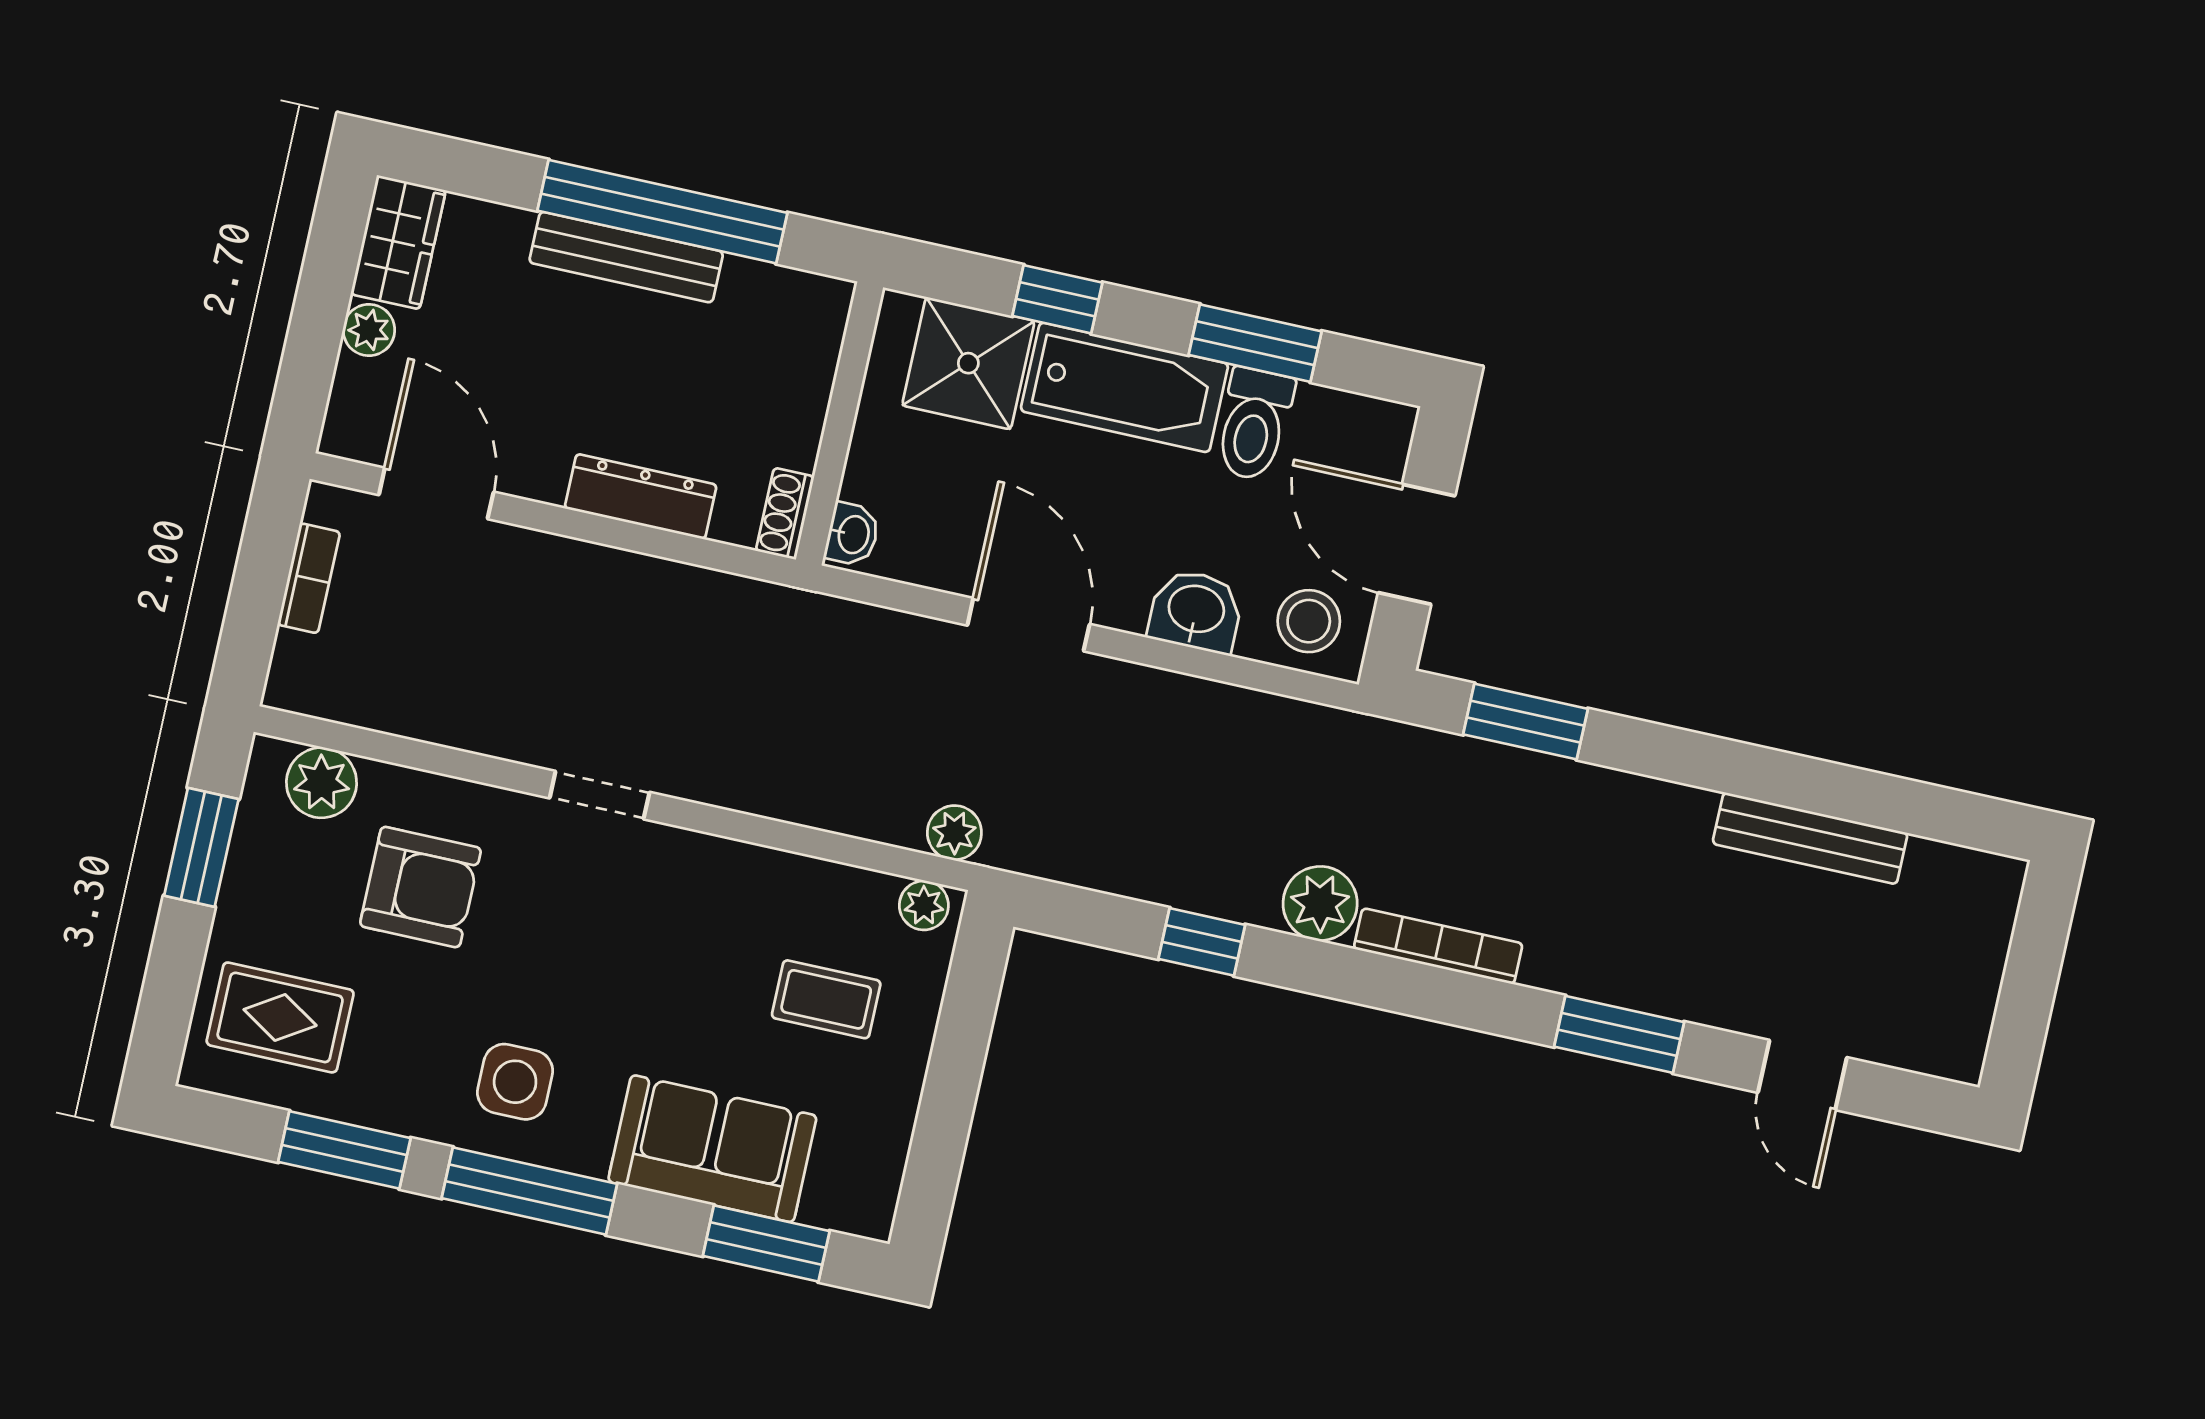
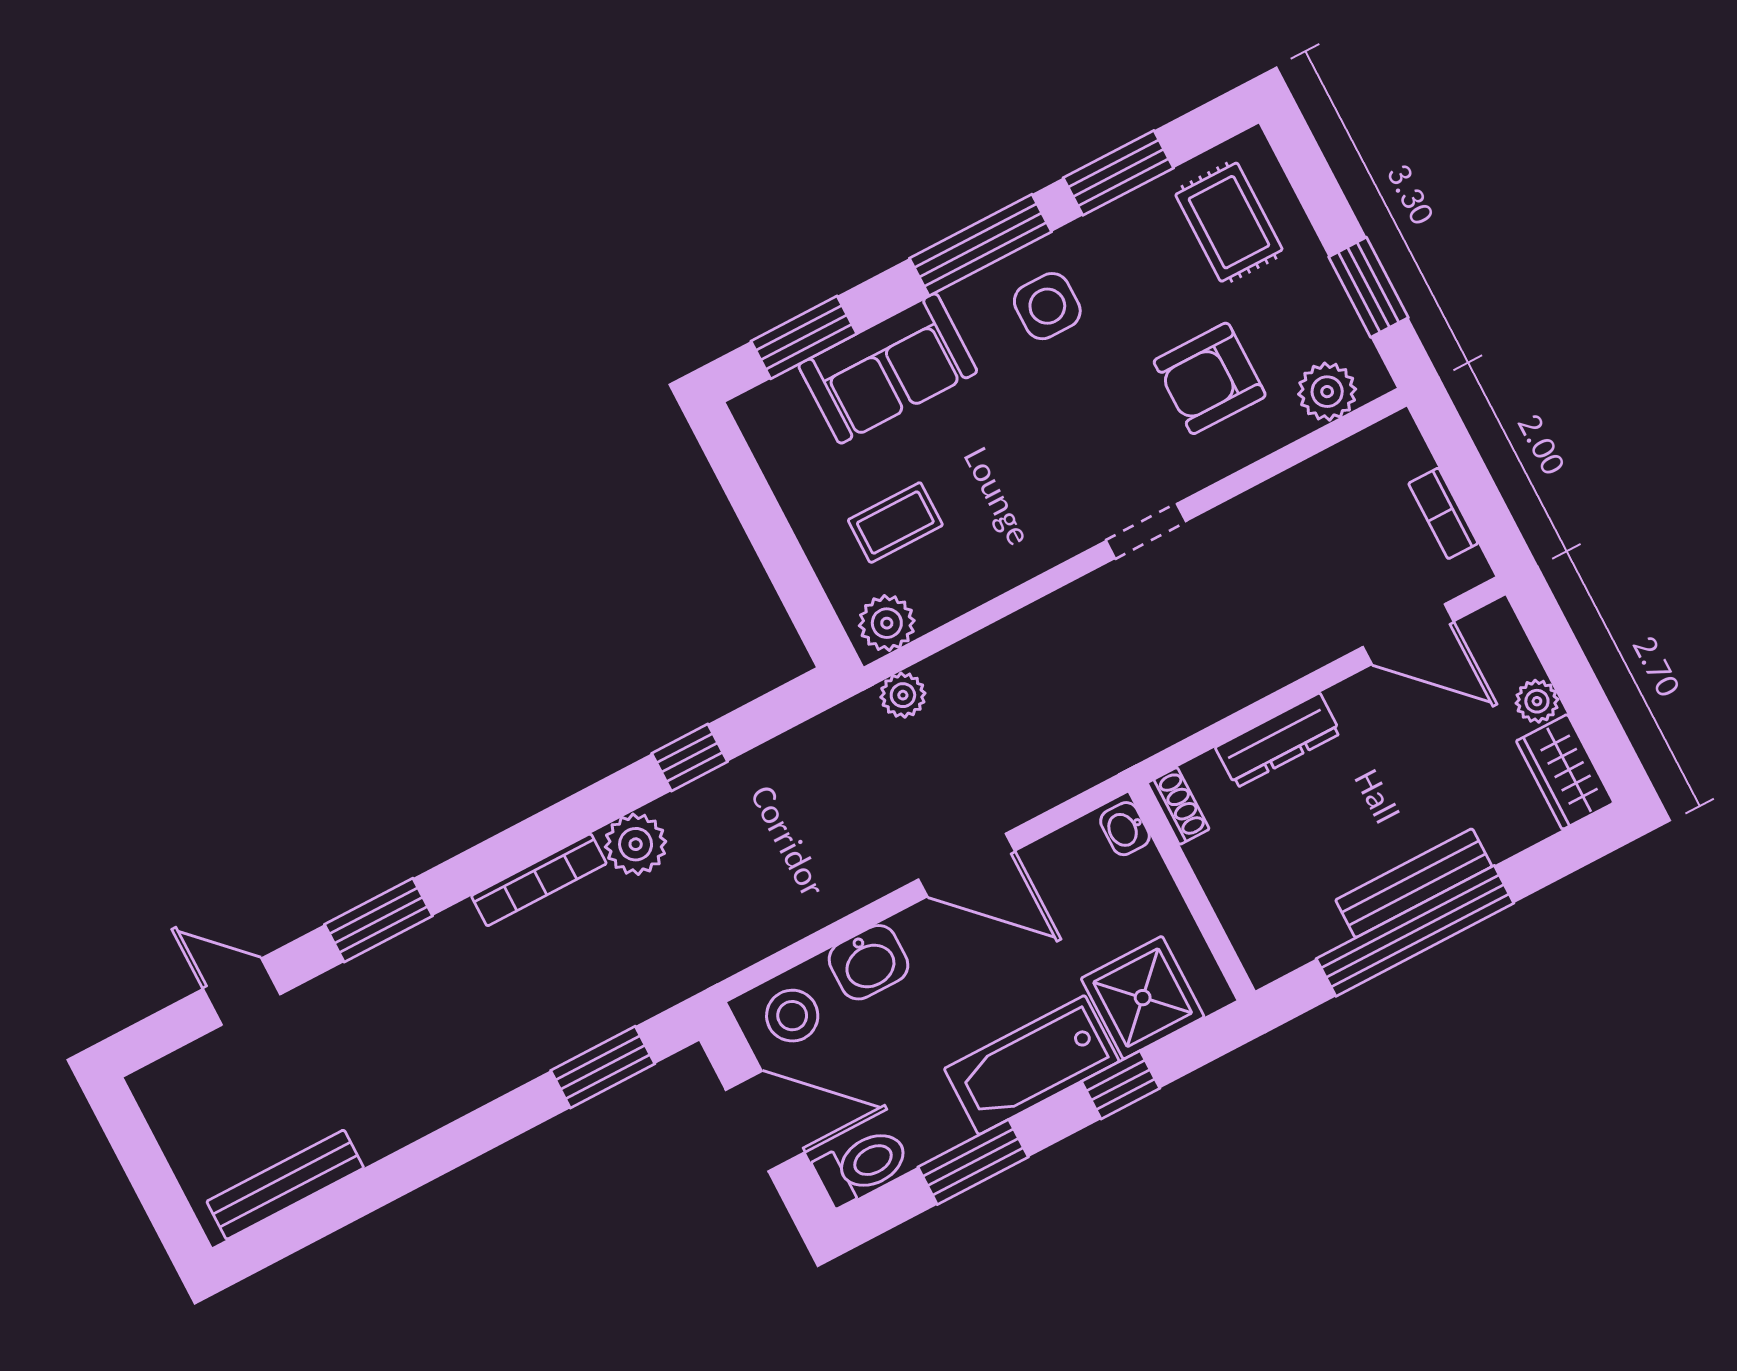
toilet: (1254, 424) -> (862, 1166), moved, turned 90
bench: (1810, 838) -> (285, 1185), moved
plant: (924, 905) -> (887, 623), width x1.38, depth x1.38
rug: (280, 1017) -> (1229, 222), turned 90

